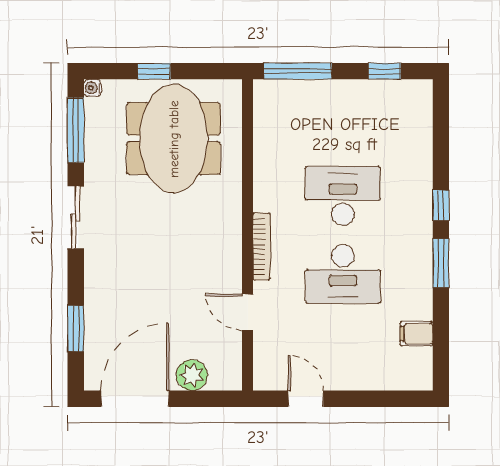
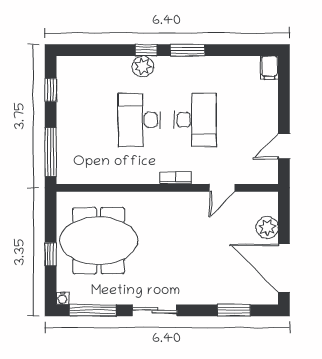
plant: (418, 201) -> (143, 66), added
bookcase: (262, 247) -> (176, 178), width x0.64
filing cabinet: (416, 334) -> (269, 68), moved

